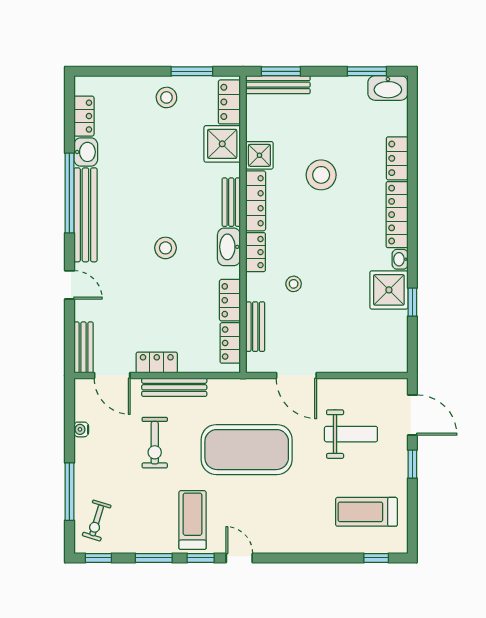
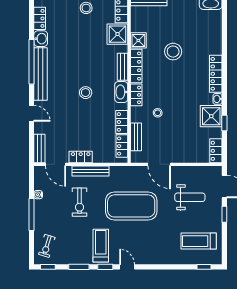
locker: (397, 158) -> (216, 151), moved
window: (69, 492) -> (32, 214), moved

